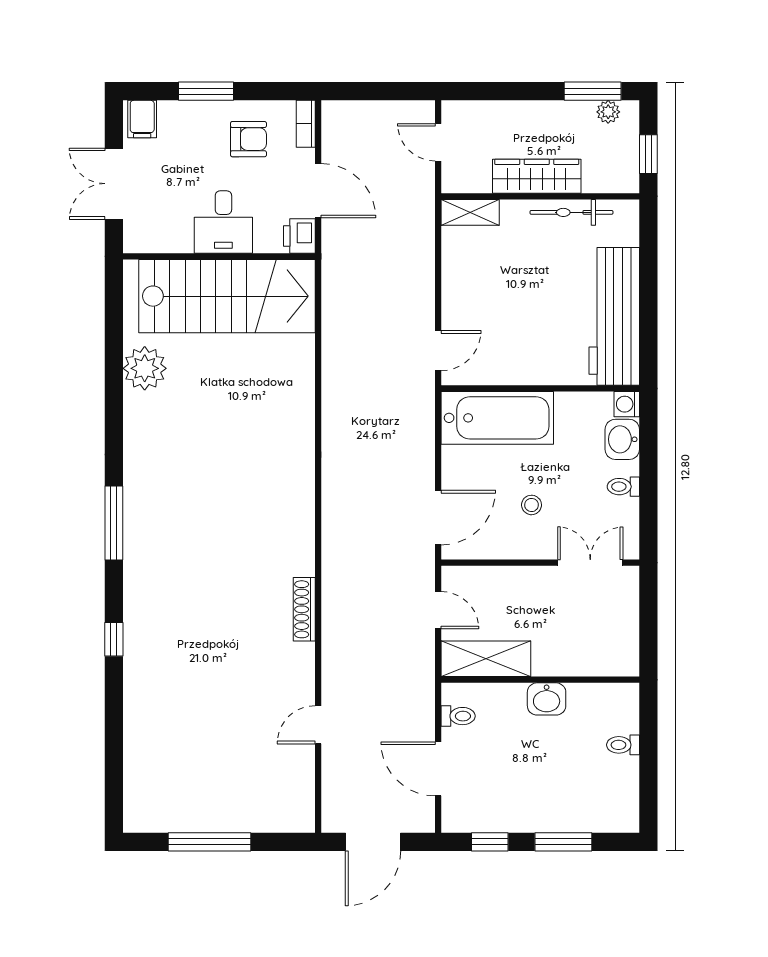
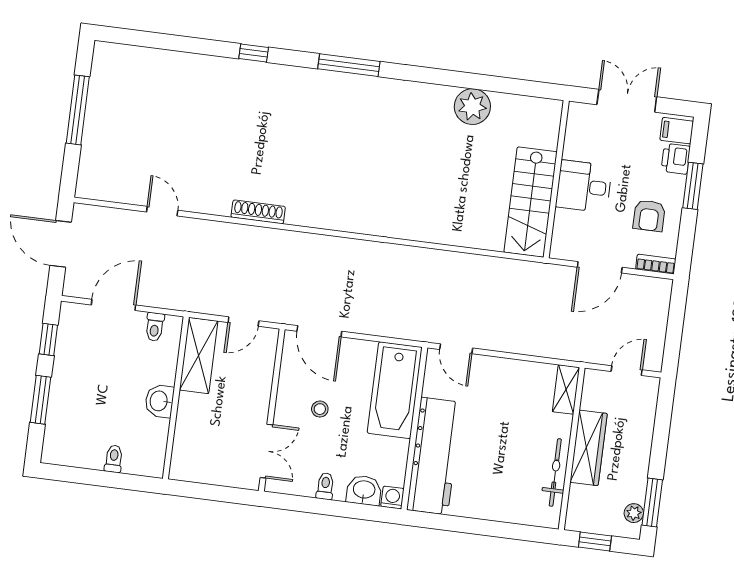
printer: (299, 236) -> (676, 159), moved, turned -90
stairs: (227, 296) -> (531, 202), width x0.73, depth x0.66
workbench: (614, 316) -> (434, 456), moved, turned 90

